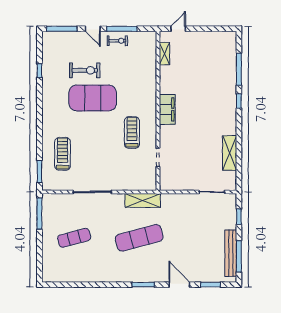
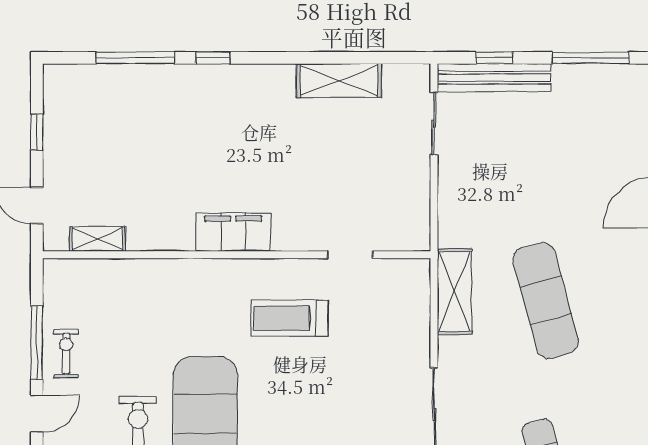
window: (208, 29) -> (37, 132), added
bench: (231, 253) -> (494, 78), moved

